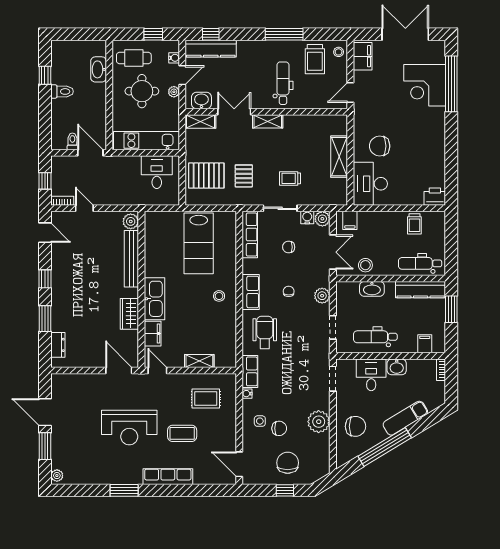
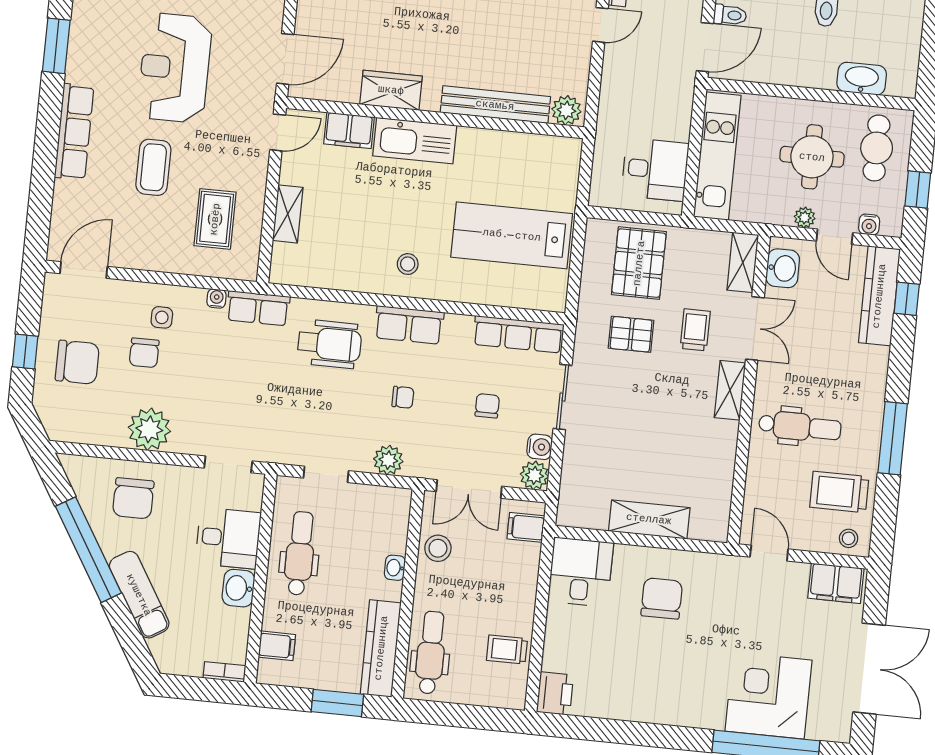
trolley: (290, 178) -> (695, 330), moved
desk: (370, 184) -> (581, 572), width x0.73
washbasin: (372, 289) -> (395, 568), width x0.52, depth x0.69

